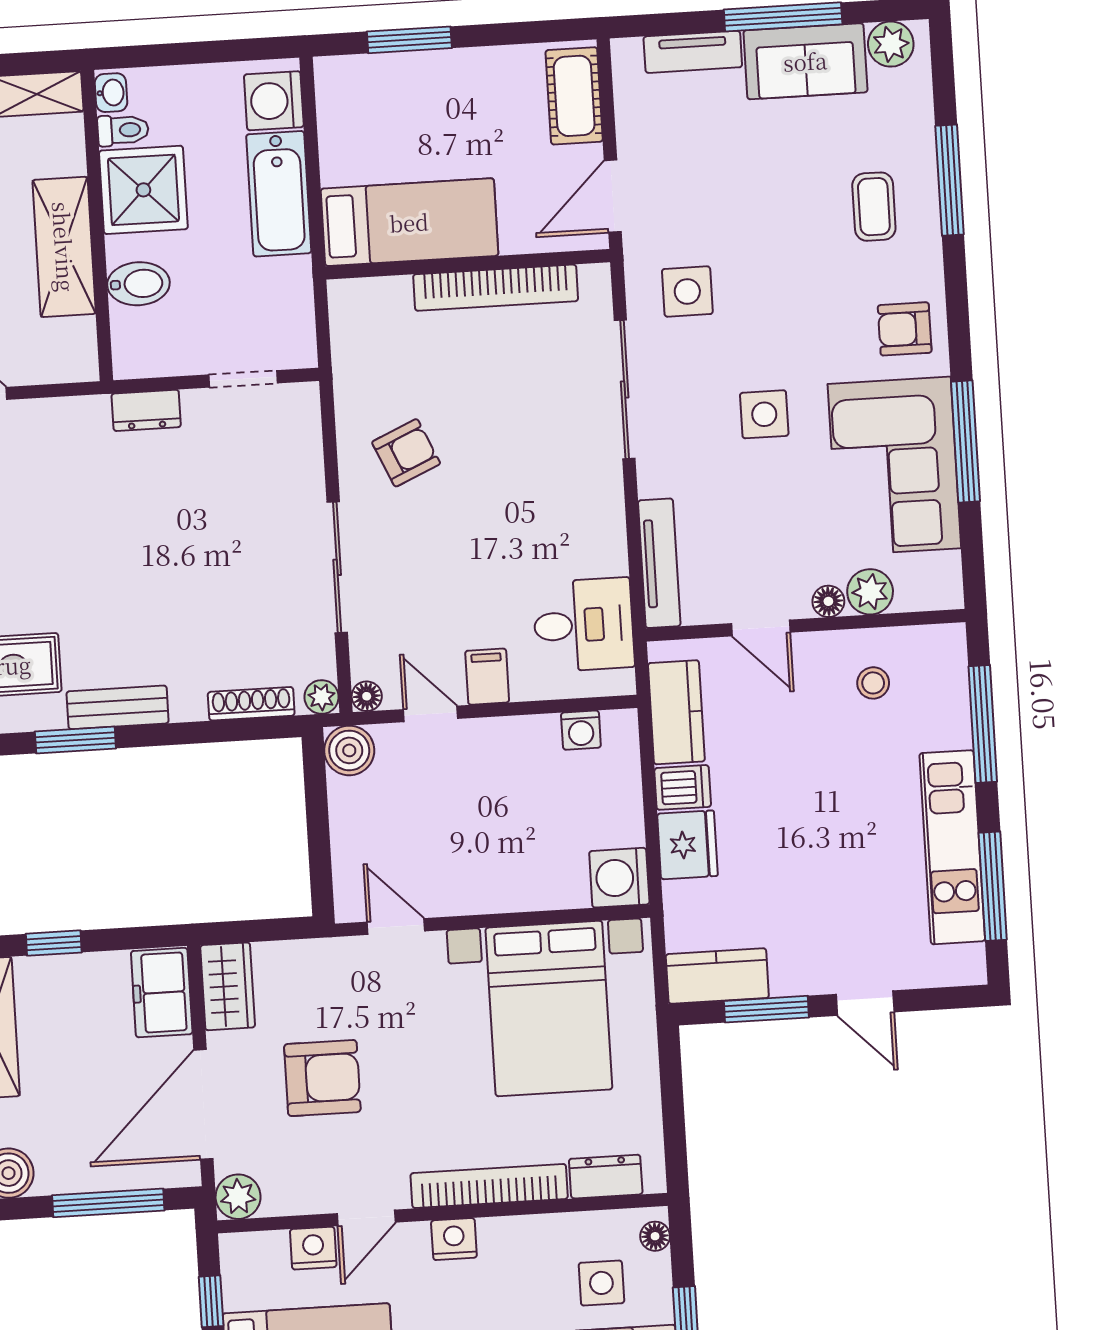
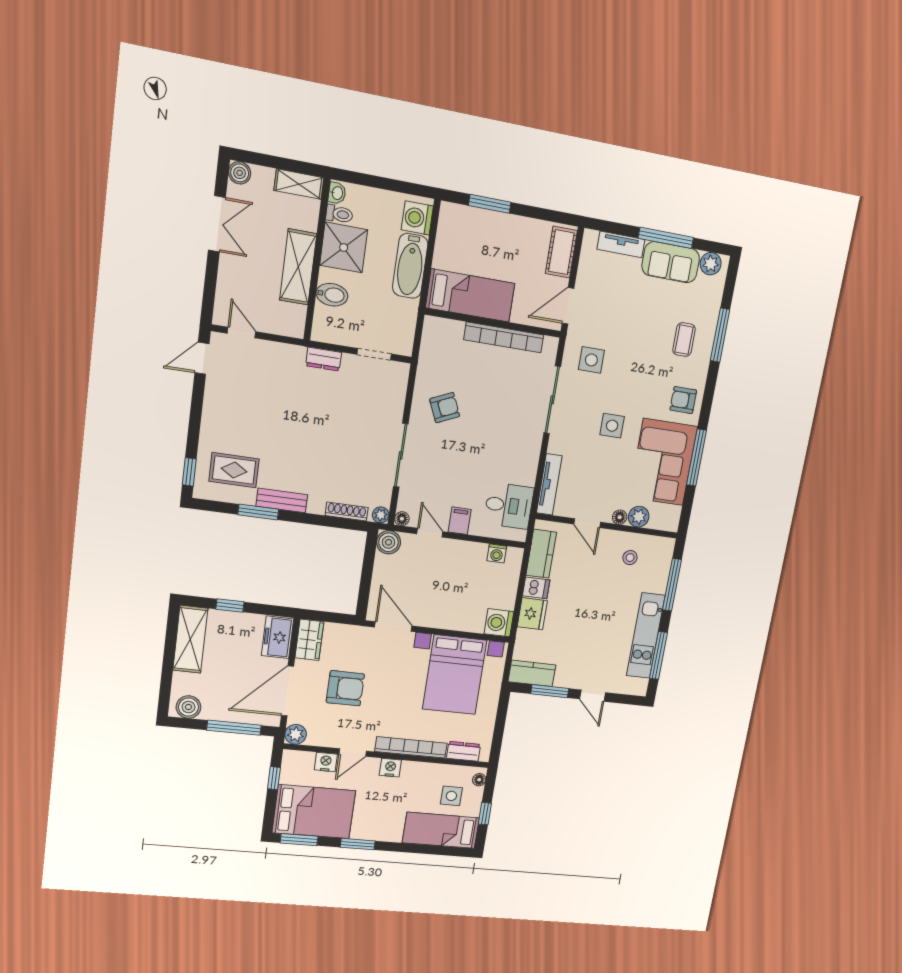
door: (396, 927) -> (393, 626), width x1.38

